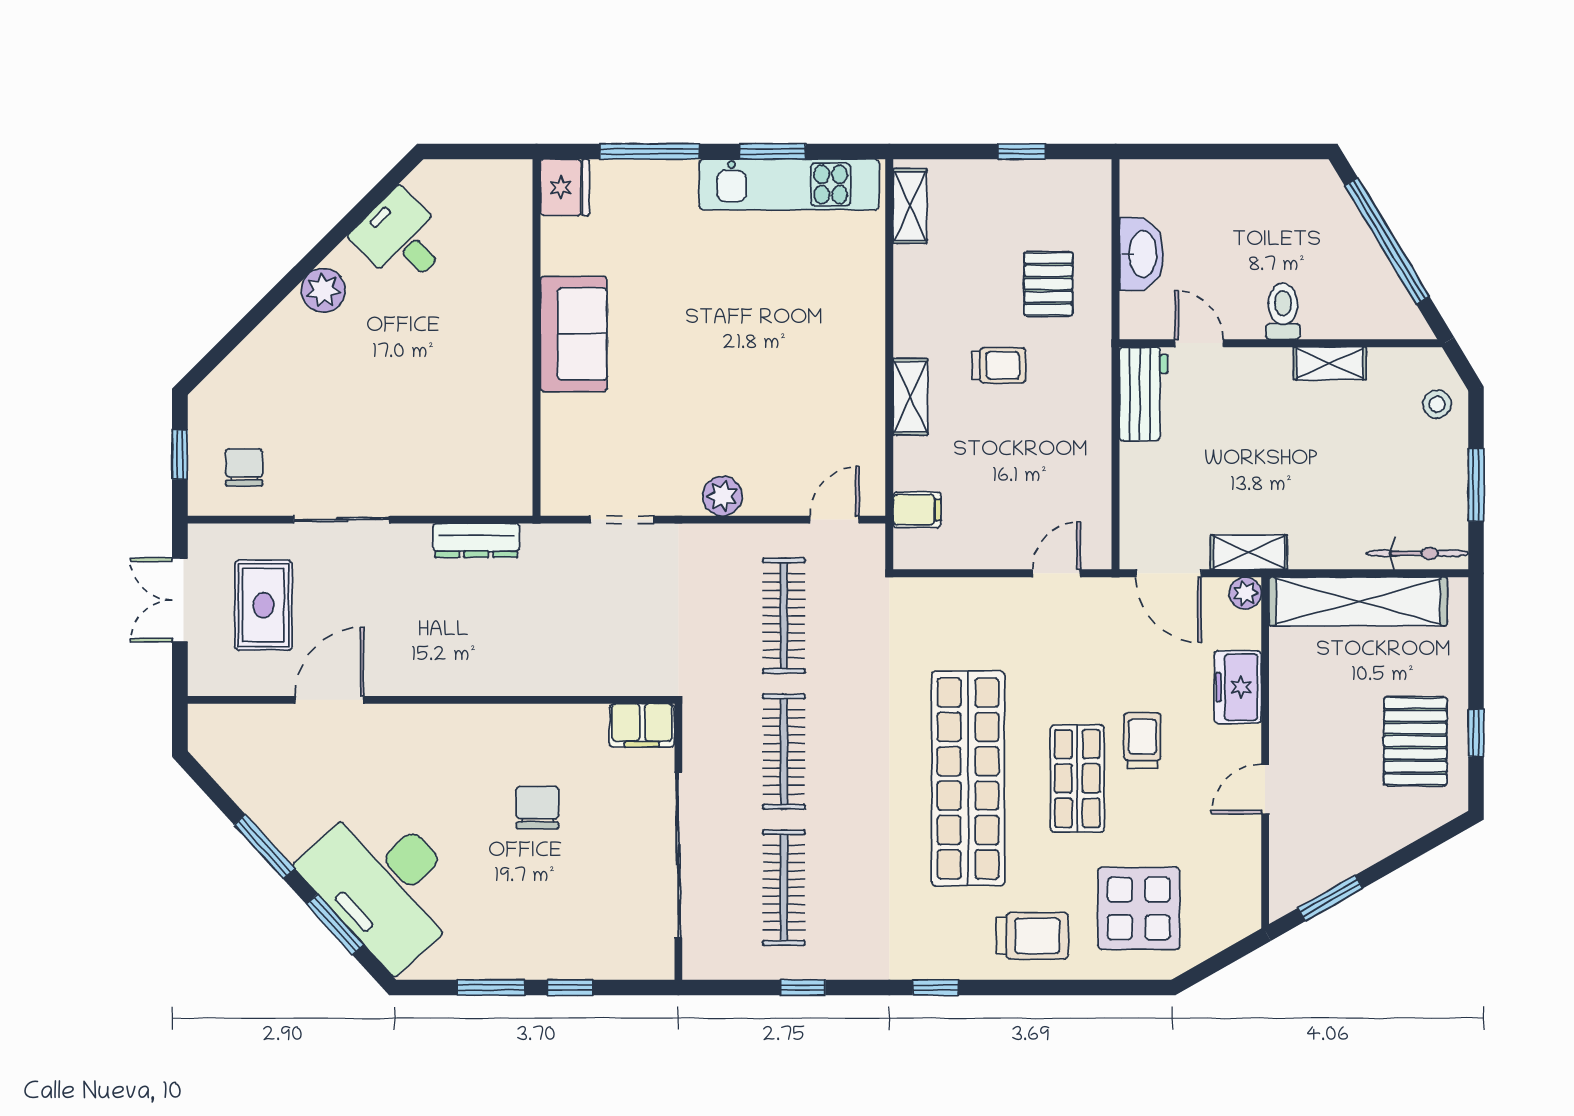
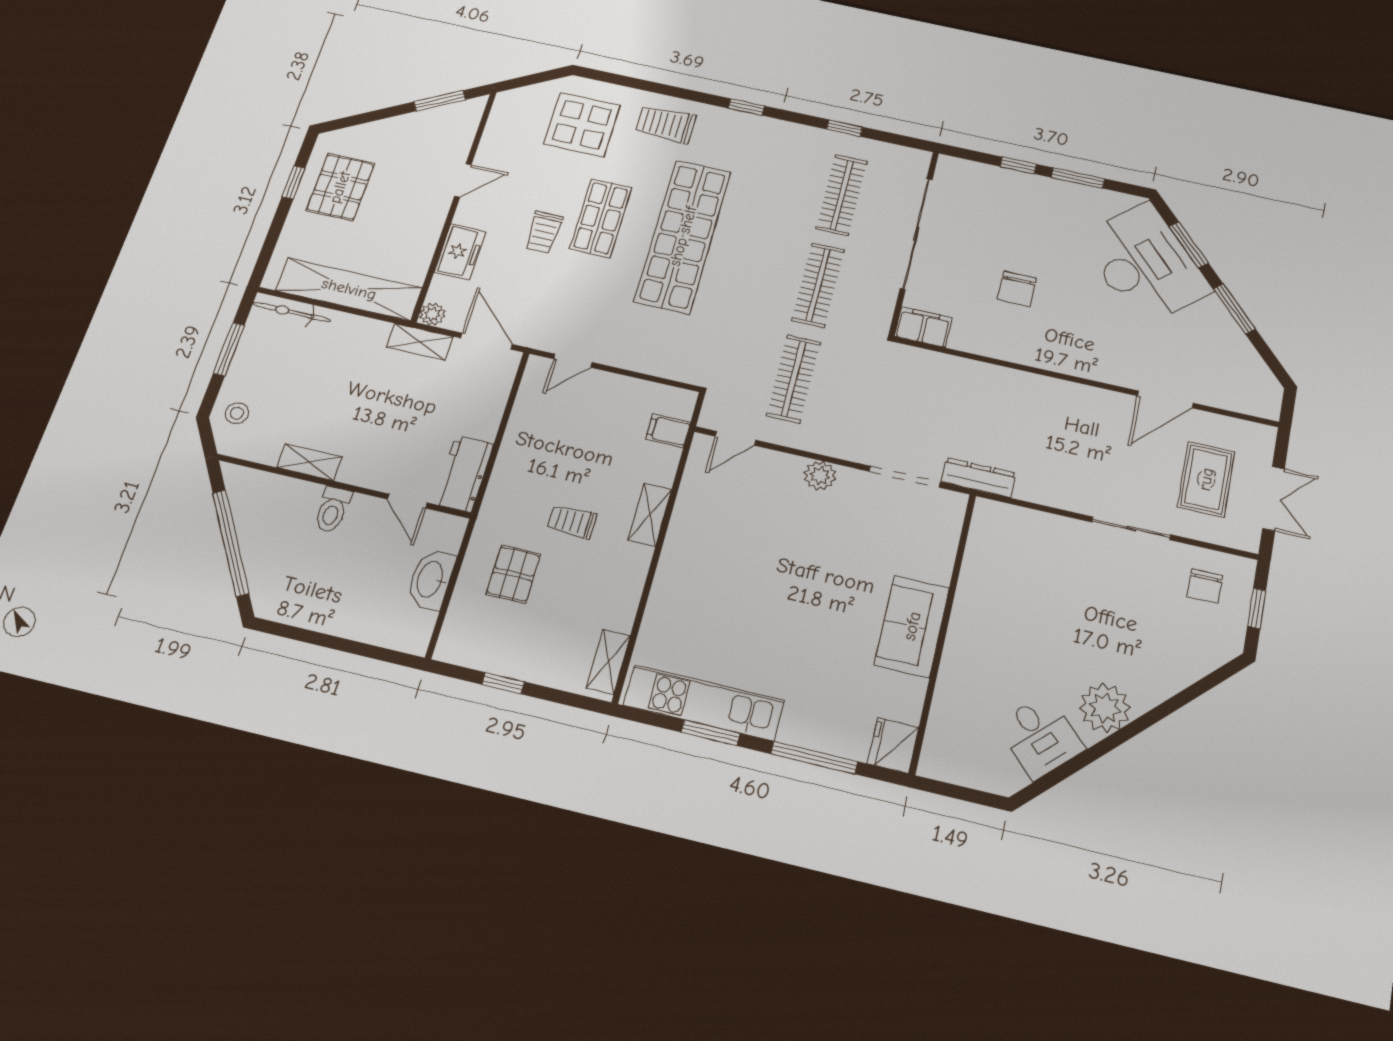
plant: (323, 290) -> (1105, 708), width x1.36, depth x1.36
doorway: (622, 520) -> (905, 477), width x1.38
dresser: (476, 540) -> (978, 478), moved

